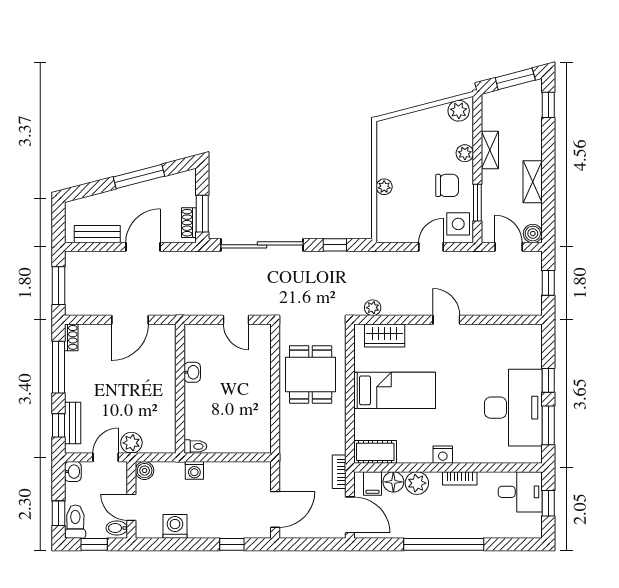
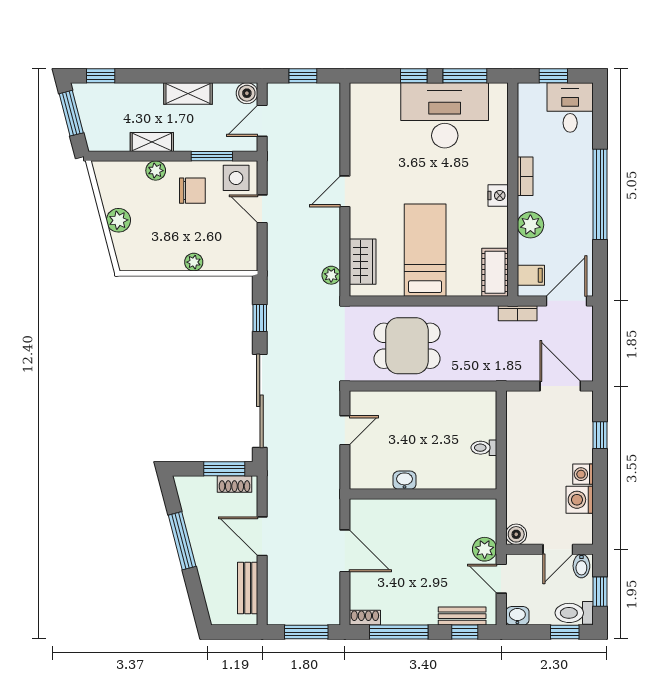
plant: (459, 111) -> (118, 220), moved
chair: (447, 185) -> (192, 191), turned 90
toilet: (195, 446) -> (484, 448), moved, turned -90
washing machine: (194, 470) -> (583, 474), moved, turned 180
floor lamp: (393, 482) -> (529, 252), removed
desk: (520, 492) -> (570, 107), moved

